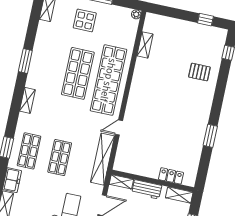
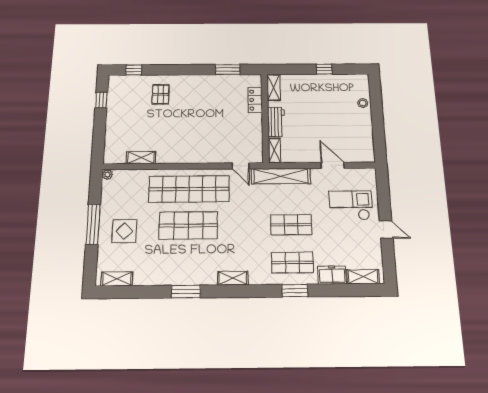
locker: (171, 176) -> (255, 100), moved
wall: (153, 181) -> (265, 118), moved
shelving: (121, 182) -> (274, 150), moved
workbench: (147, 189) -> (276, 122), moved
shelving: (179, 195) -> (274, 87), moved

